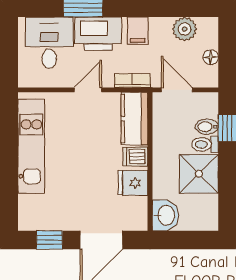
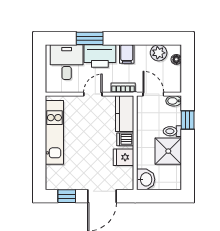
floor lamp: (211, 57) -> (176, 59), moved
bidet: (207, 127) -> (174, 101), moved

